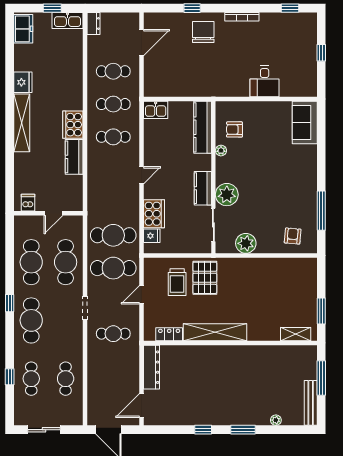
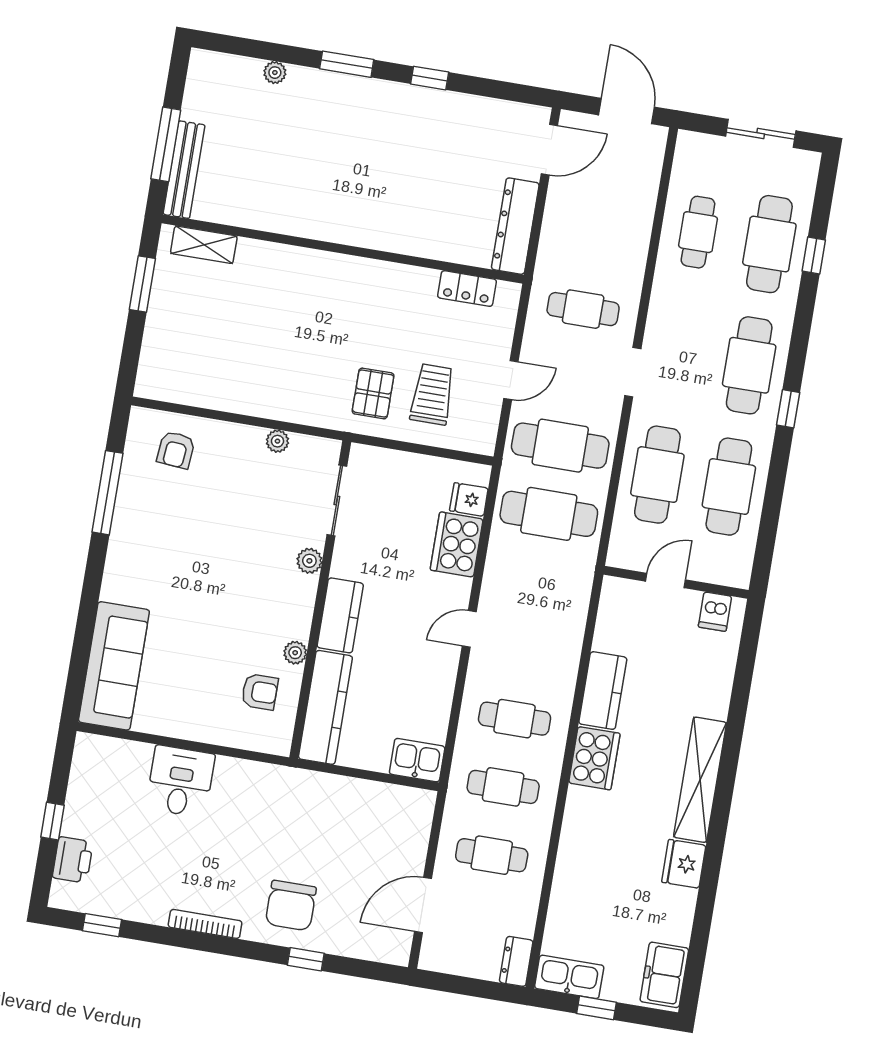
printer: (309, 36) -> (73, 860), added
sofa: (305, 122) -> (114, 666), width x1.36
kitchen counter: (203, 188) -> (340, 615), moved
plant: (227, 195) -> (309, 561), width x0.53, depth x0.53
plant: (246, 243) -> (277, 441), width x0.53, depth x0.53
pallet: (205, 278) -> (373, 393), width x0.67, depth x0.71
shelving: (215, 332) -> (371, 277), removed
cafe table: (31, 379) -> (769, 244), width x1.37, depth x1.35
bench: (311, 403) -> (184, 170), moved

